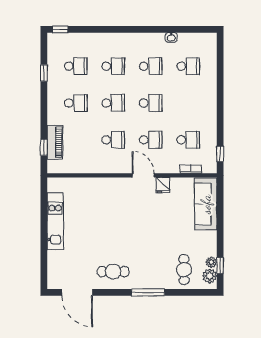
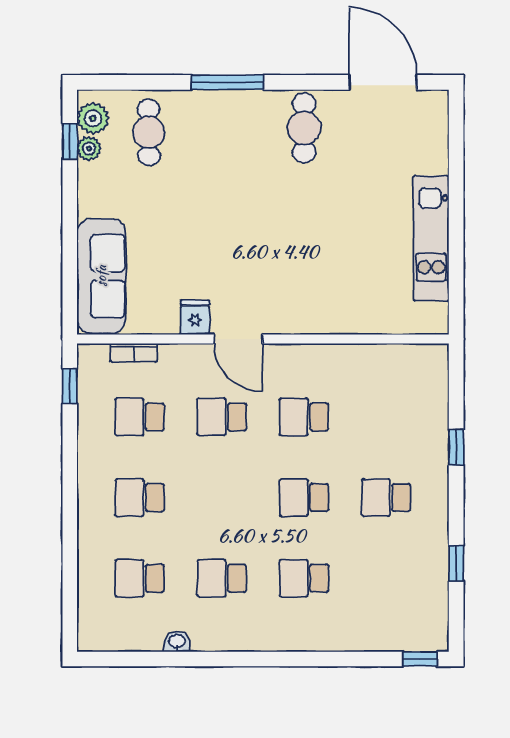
school desk: (76, 66) -> (386, 578), removed
school desk: (151, 103) -> (140, 498), moved
piano: (55, 142) -> (432, 411), removed
window: (44, 147) -> (456, 447), moved
cafe table: (113, 272) -> (304, 128), turned 90

